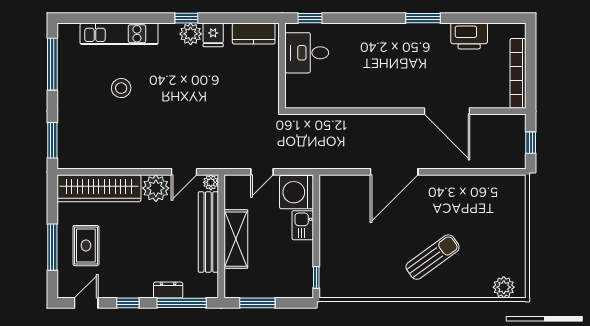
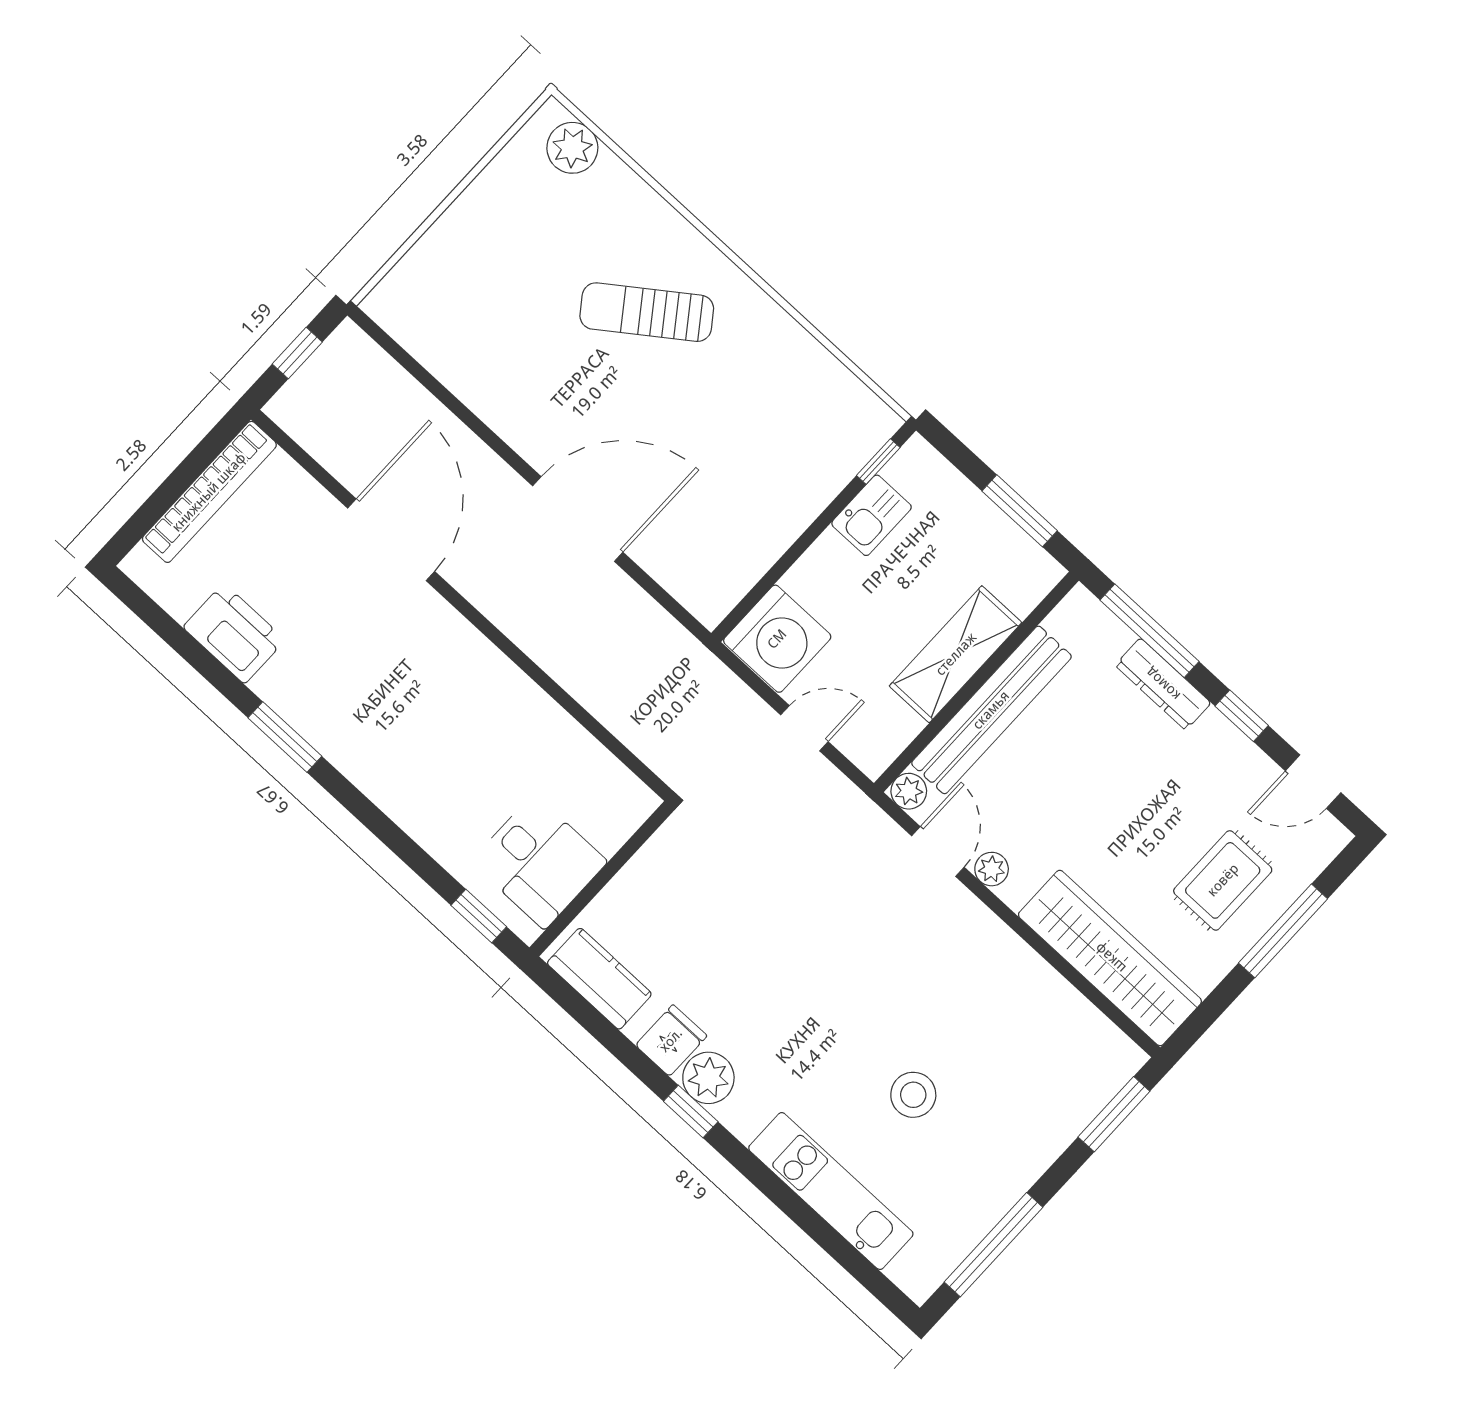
door: (184, 172) -> (938, 851), hinge flipped
plant: (156, 188) -> (992, 869), width x0.53, depth x0.53
kitchen sink: (303, 225) -> (872, 515), moved
dresser: (168, 290) -> (1163, 684), width x1.44

